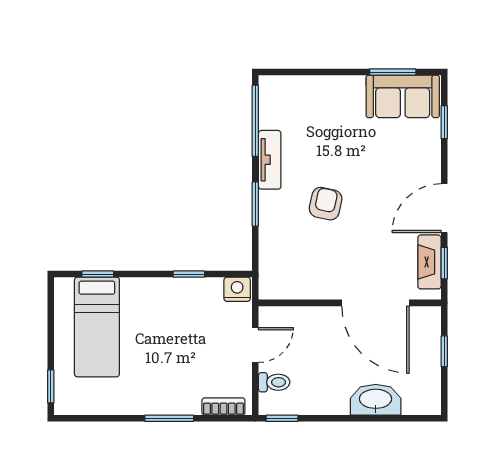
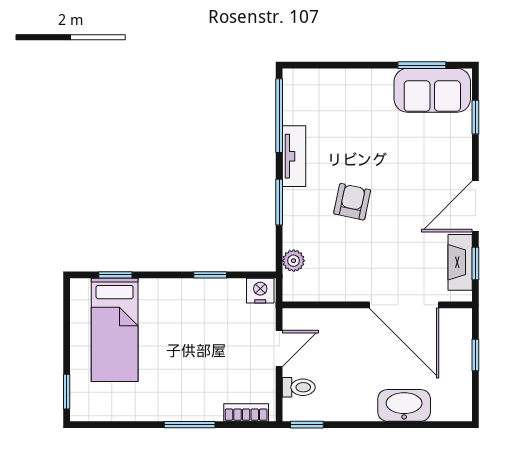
plant: (269, 260) -> (294, 261), added

